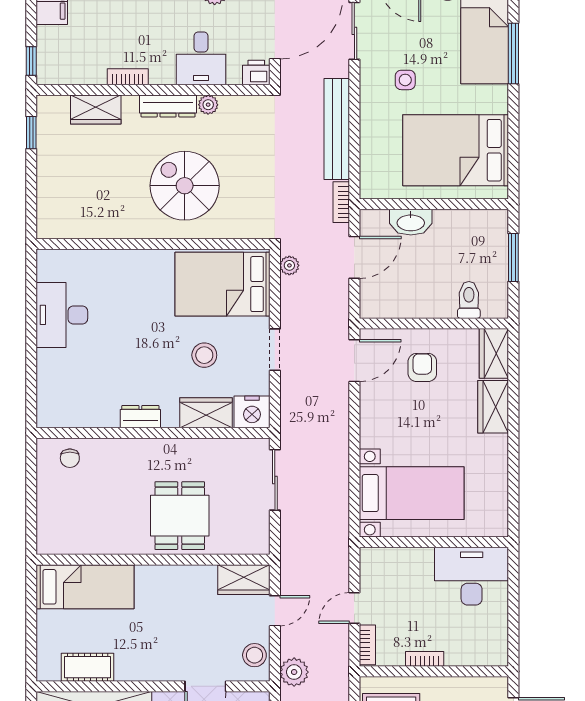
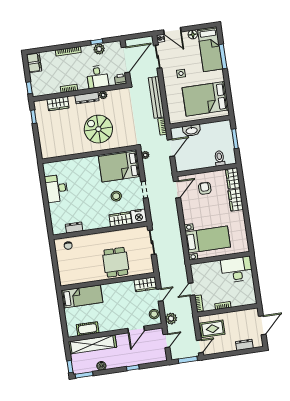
dresser: (140, 417) -> (74, 228), moved

